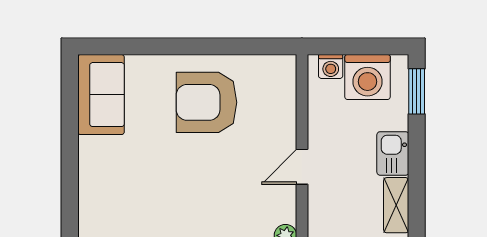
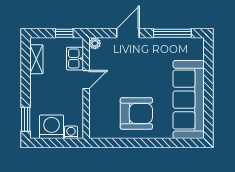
sofa: (101, 95) -> (189, 100), width x1.85, depth x1.27
kitchen sink: (393, 153) -> (75, 59), moved, turned 180

